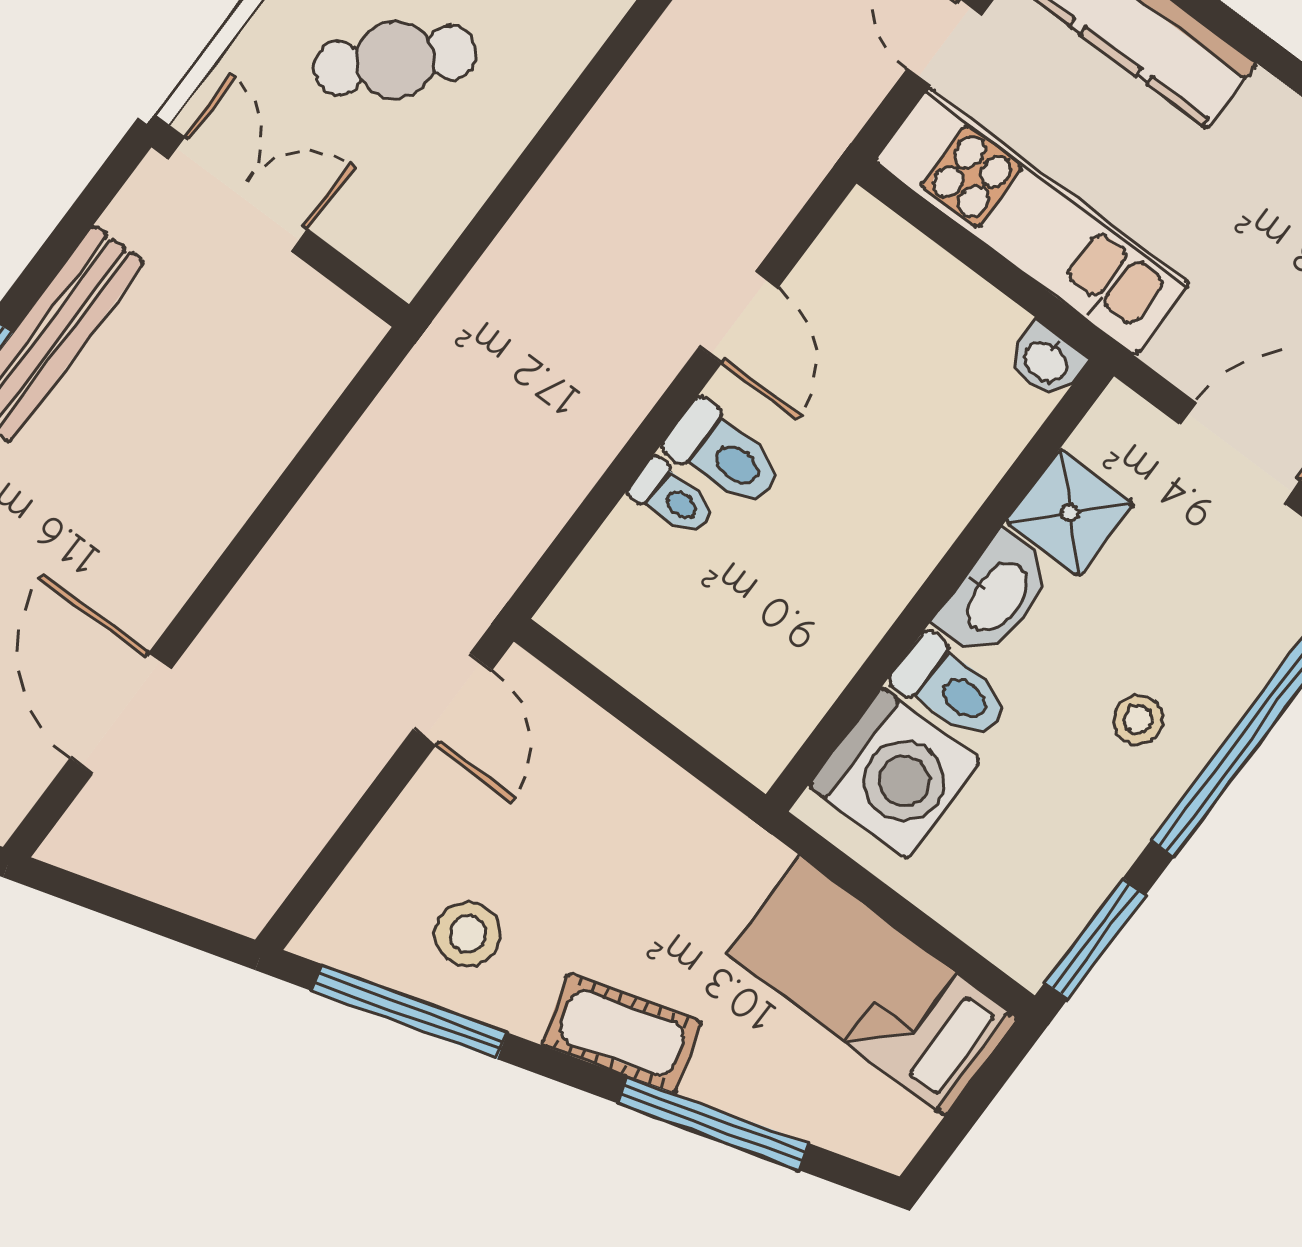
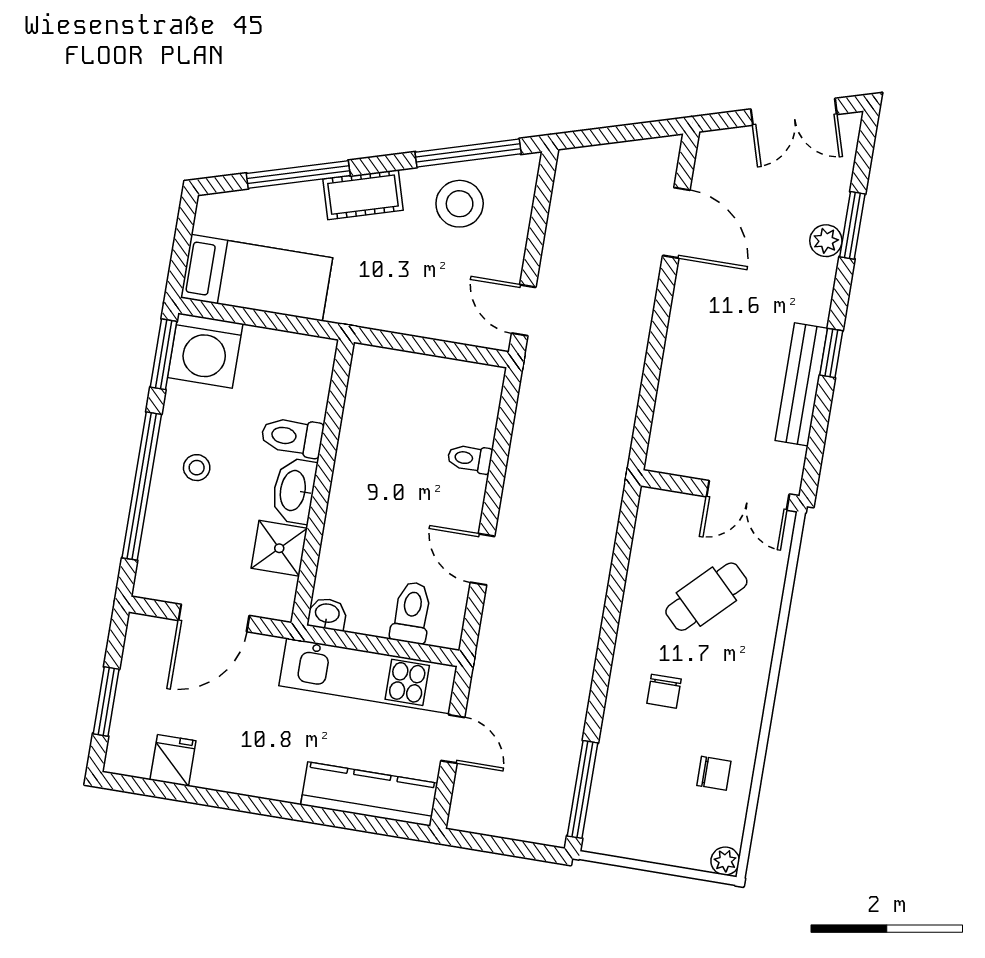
toilet: (724, 455) -> (411, 613), moved, turned 90
washing machine: (894, 773) -> (205, 351), moved, turned -90
stool: (468, 934) -> (460, 204), width x1.38, depth x1.38

